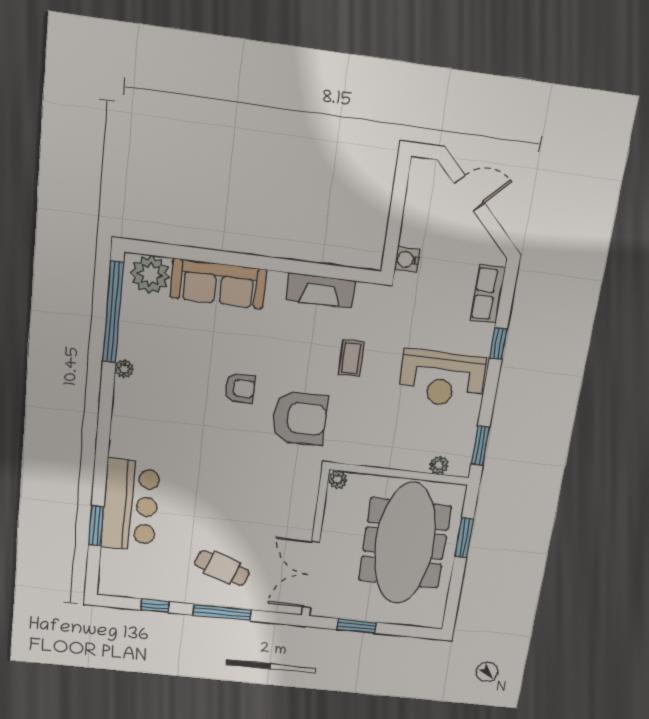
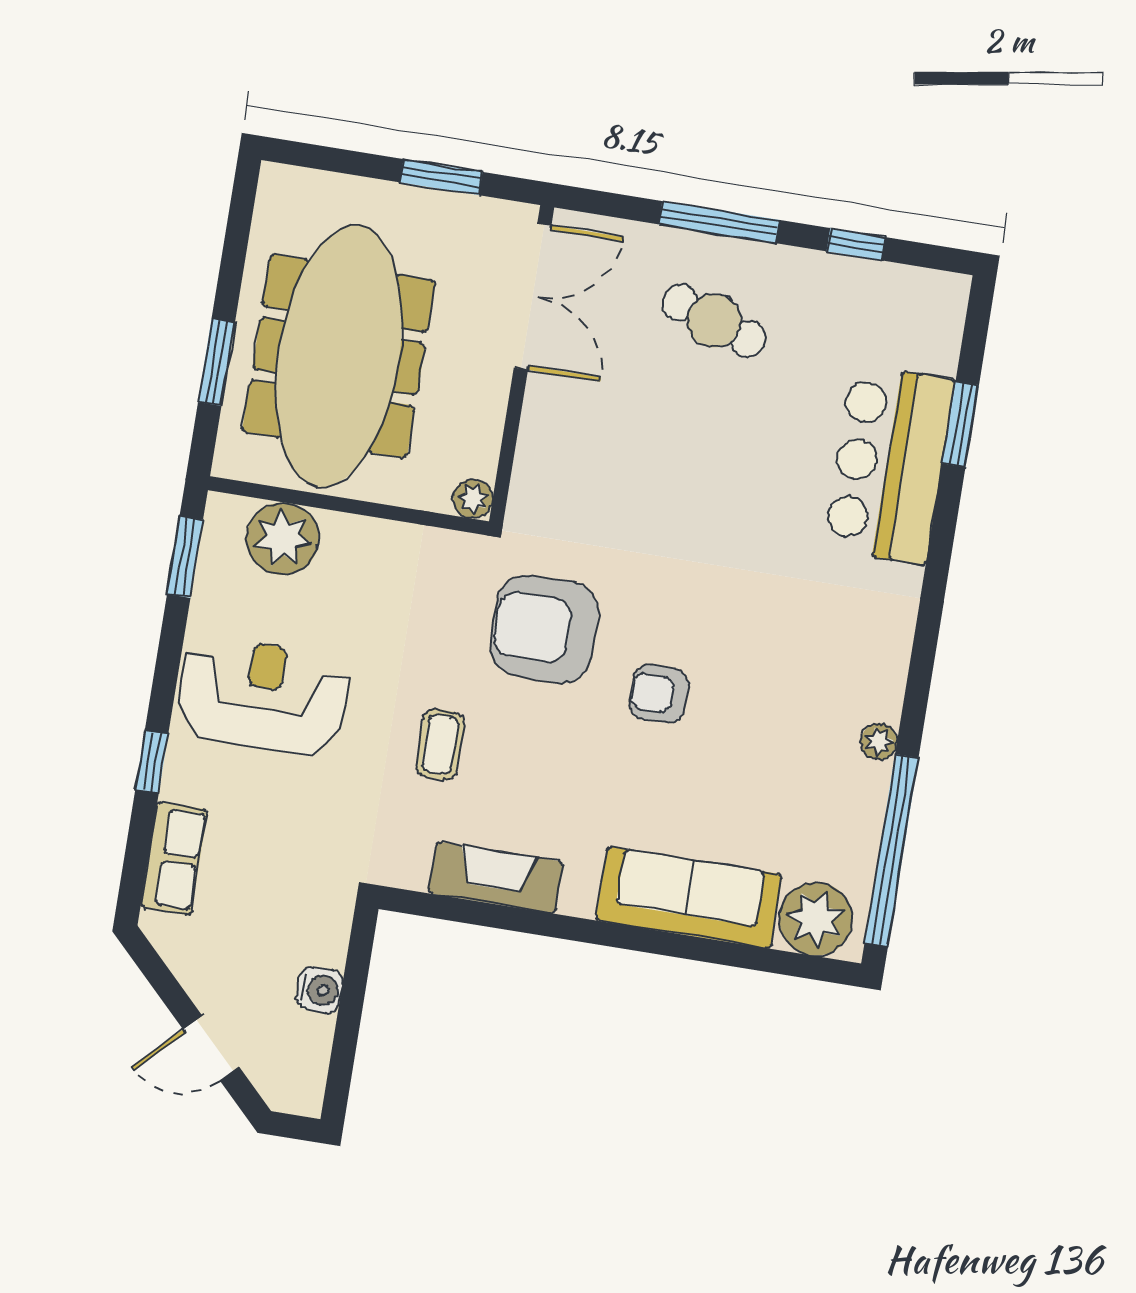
water cooler: (407, 259) -> (320, 990), moved
plant: (439, 465) -> (283, 539), width x1.88, depth x1.88

